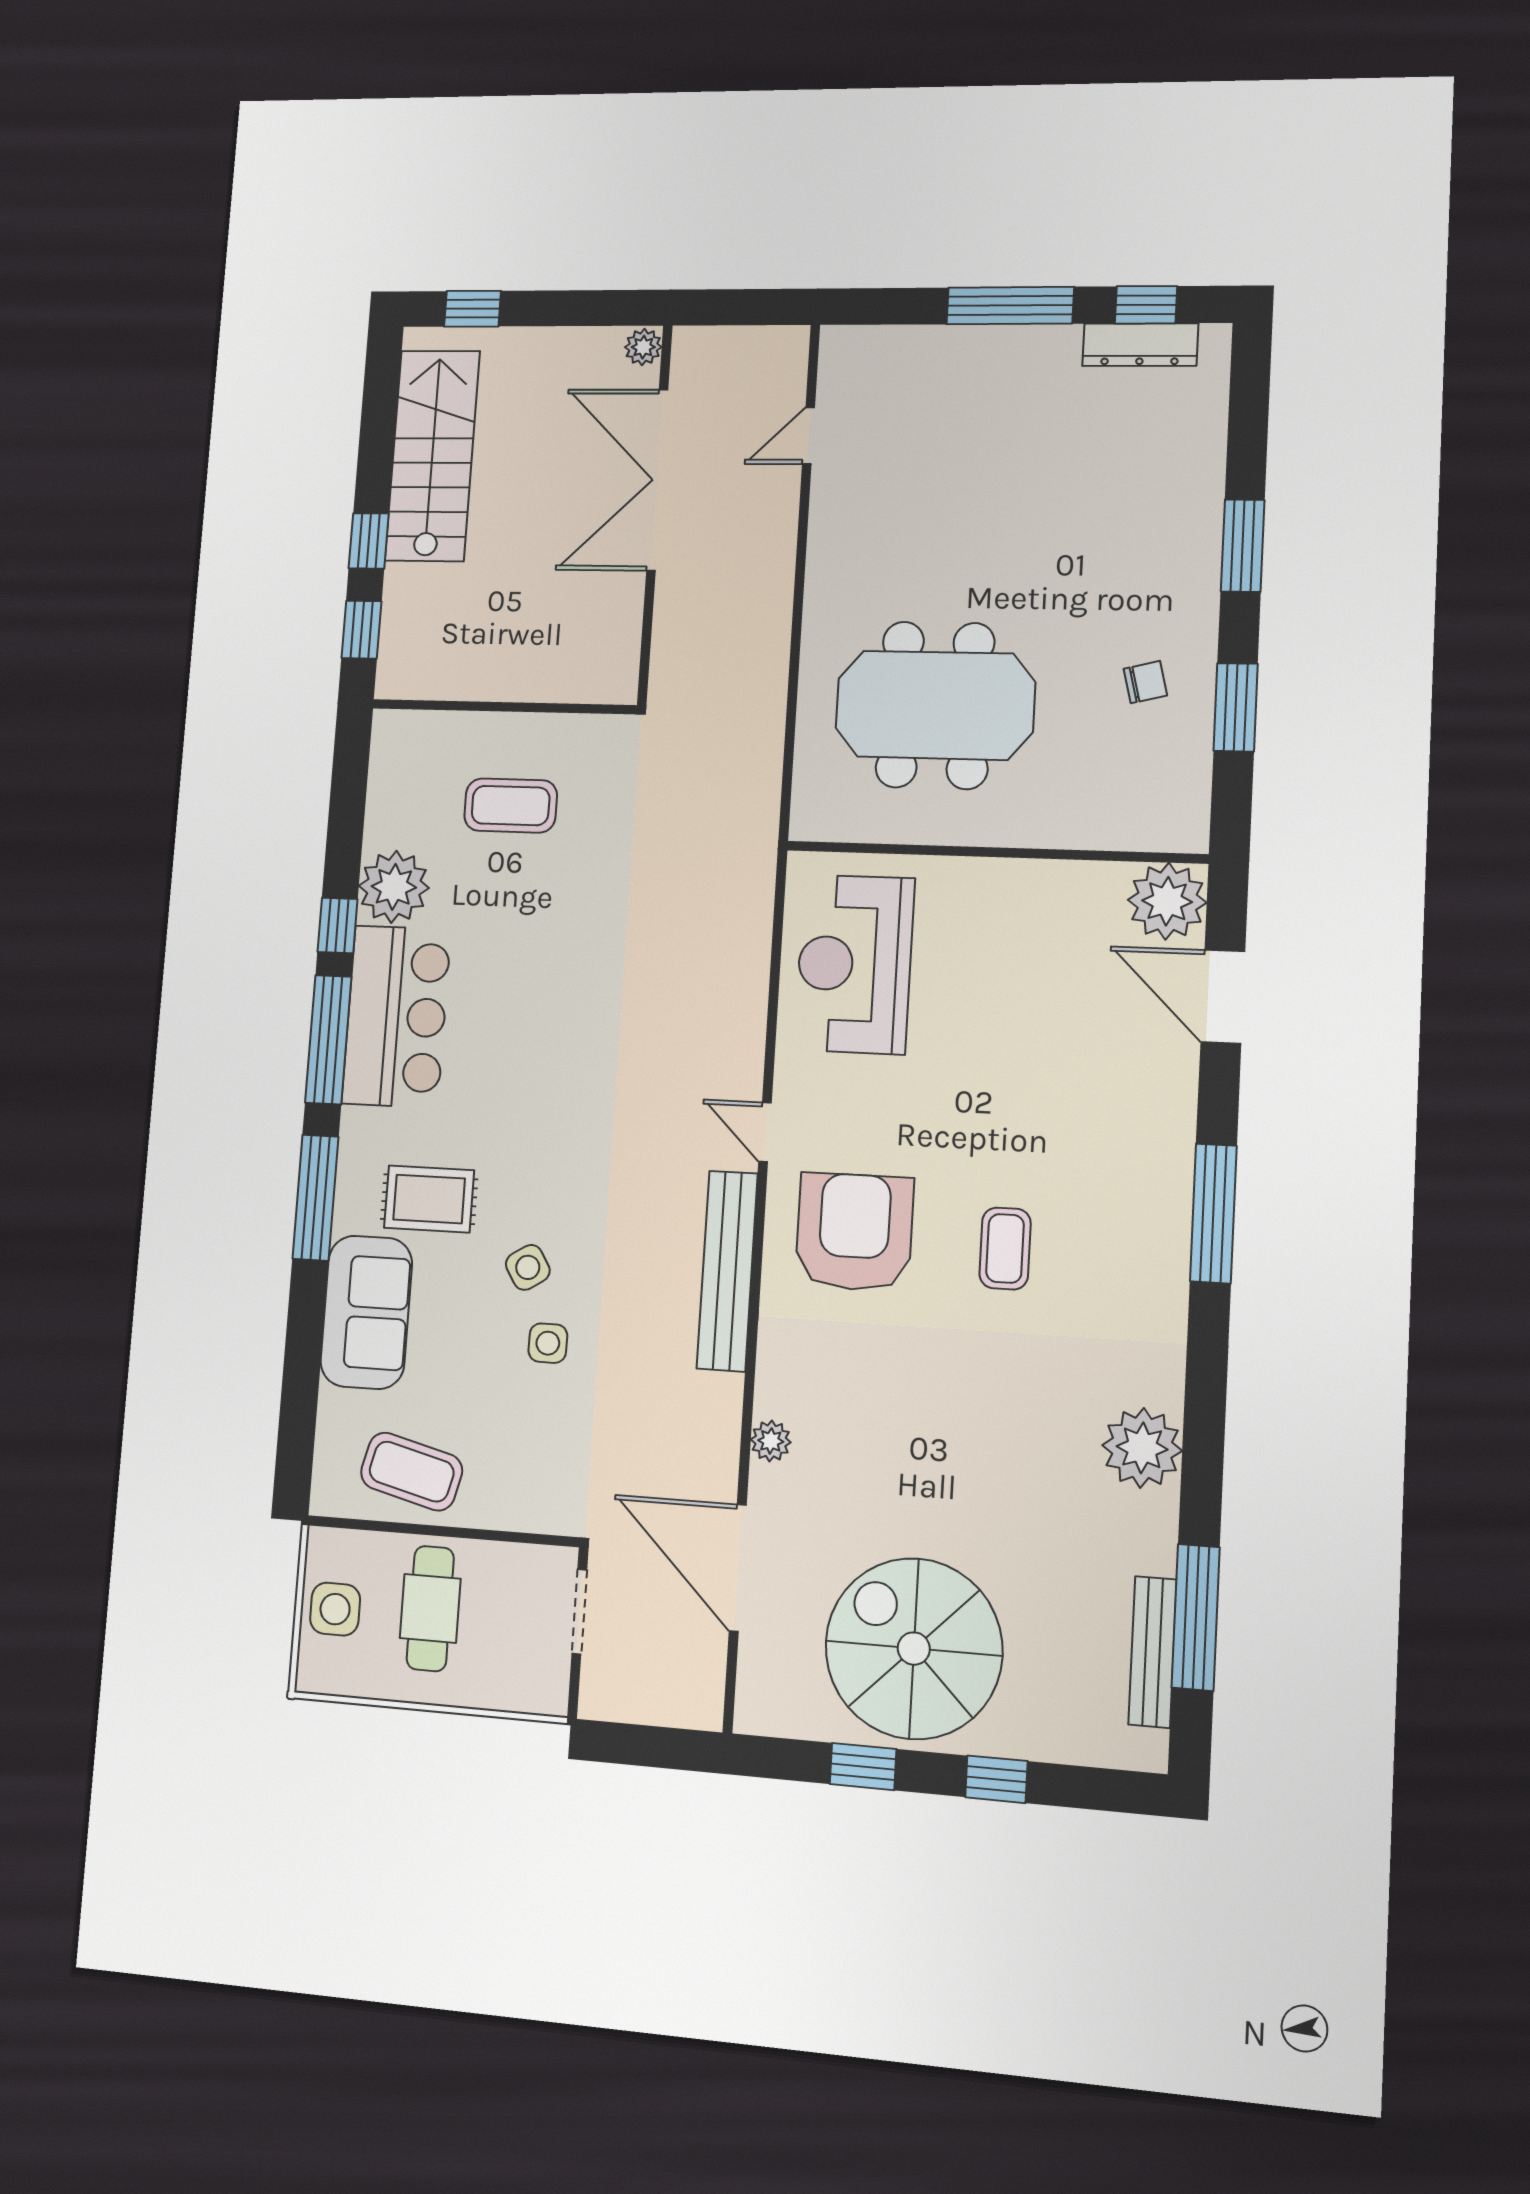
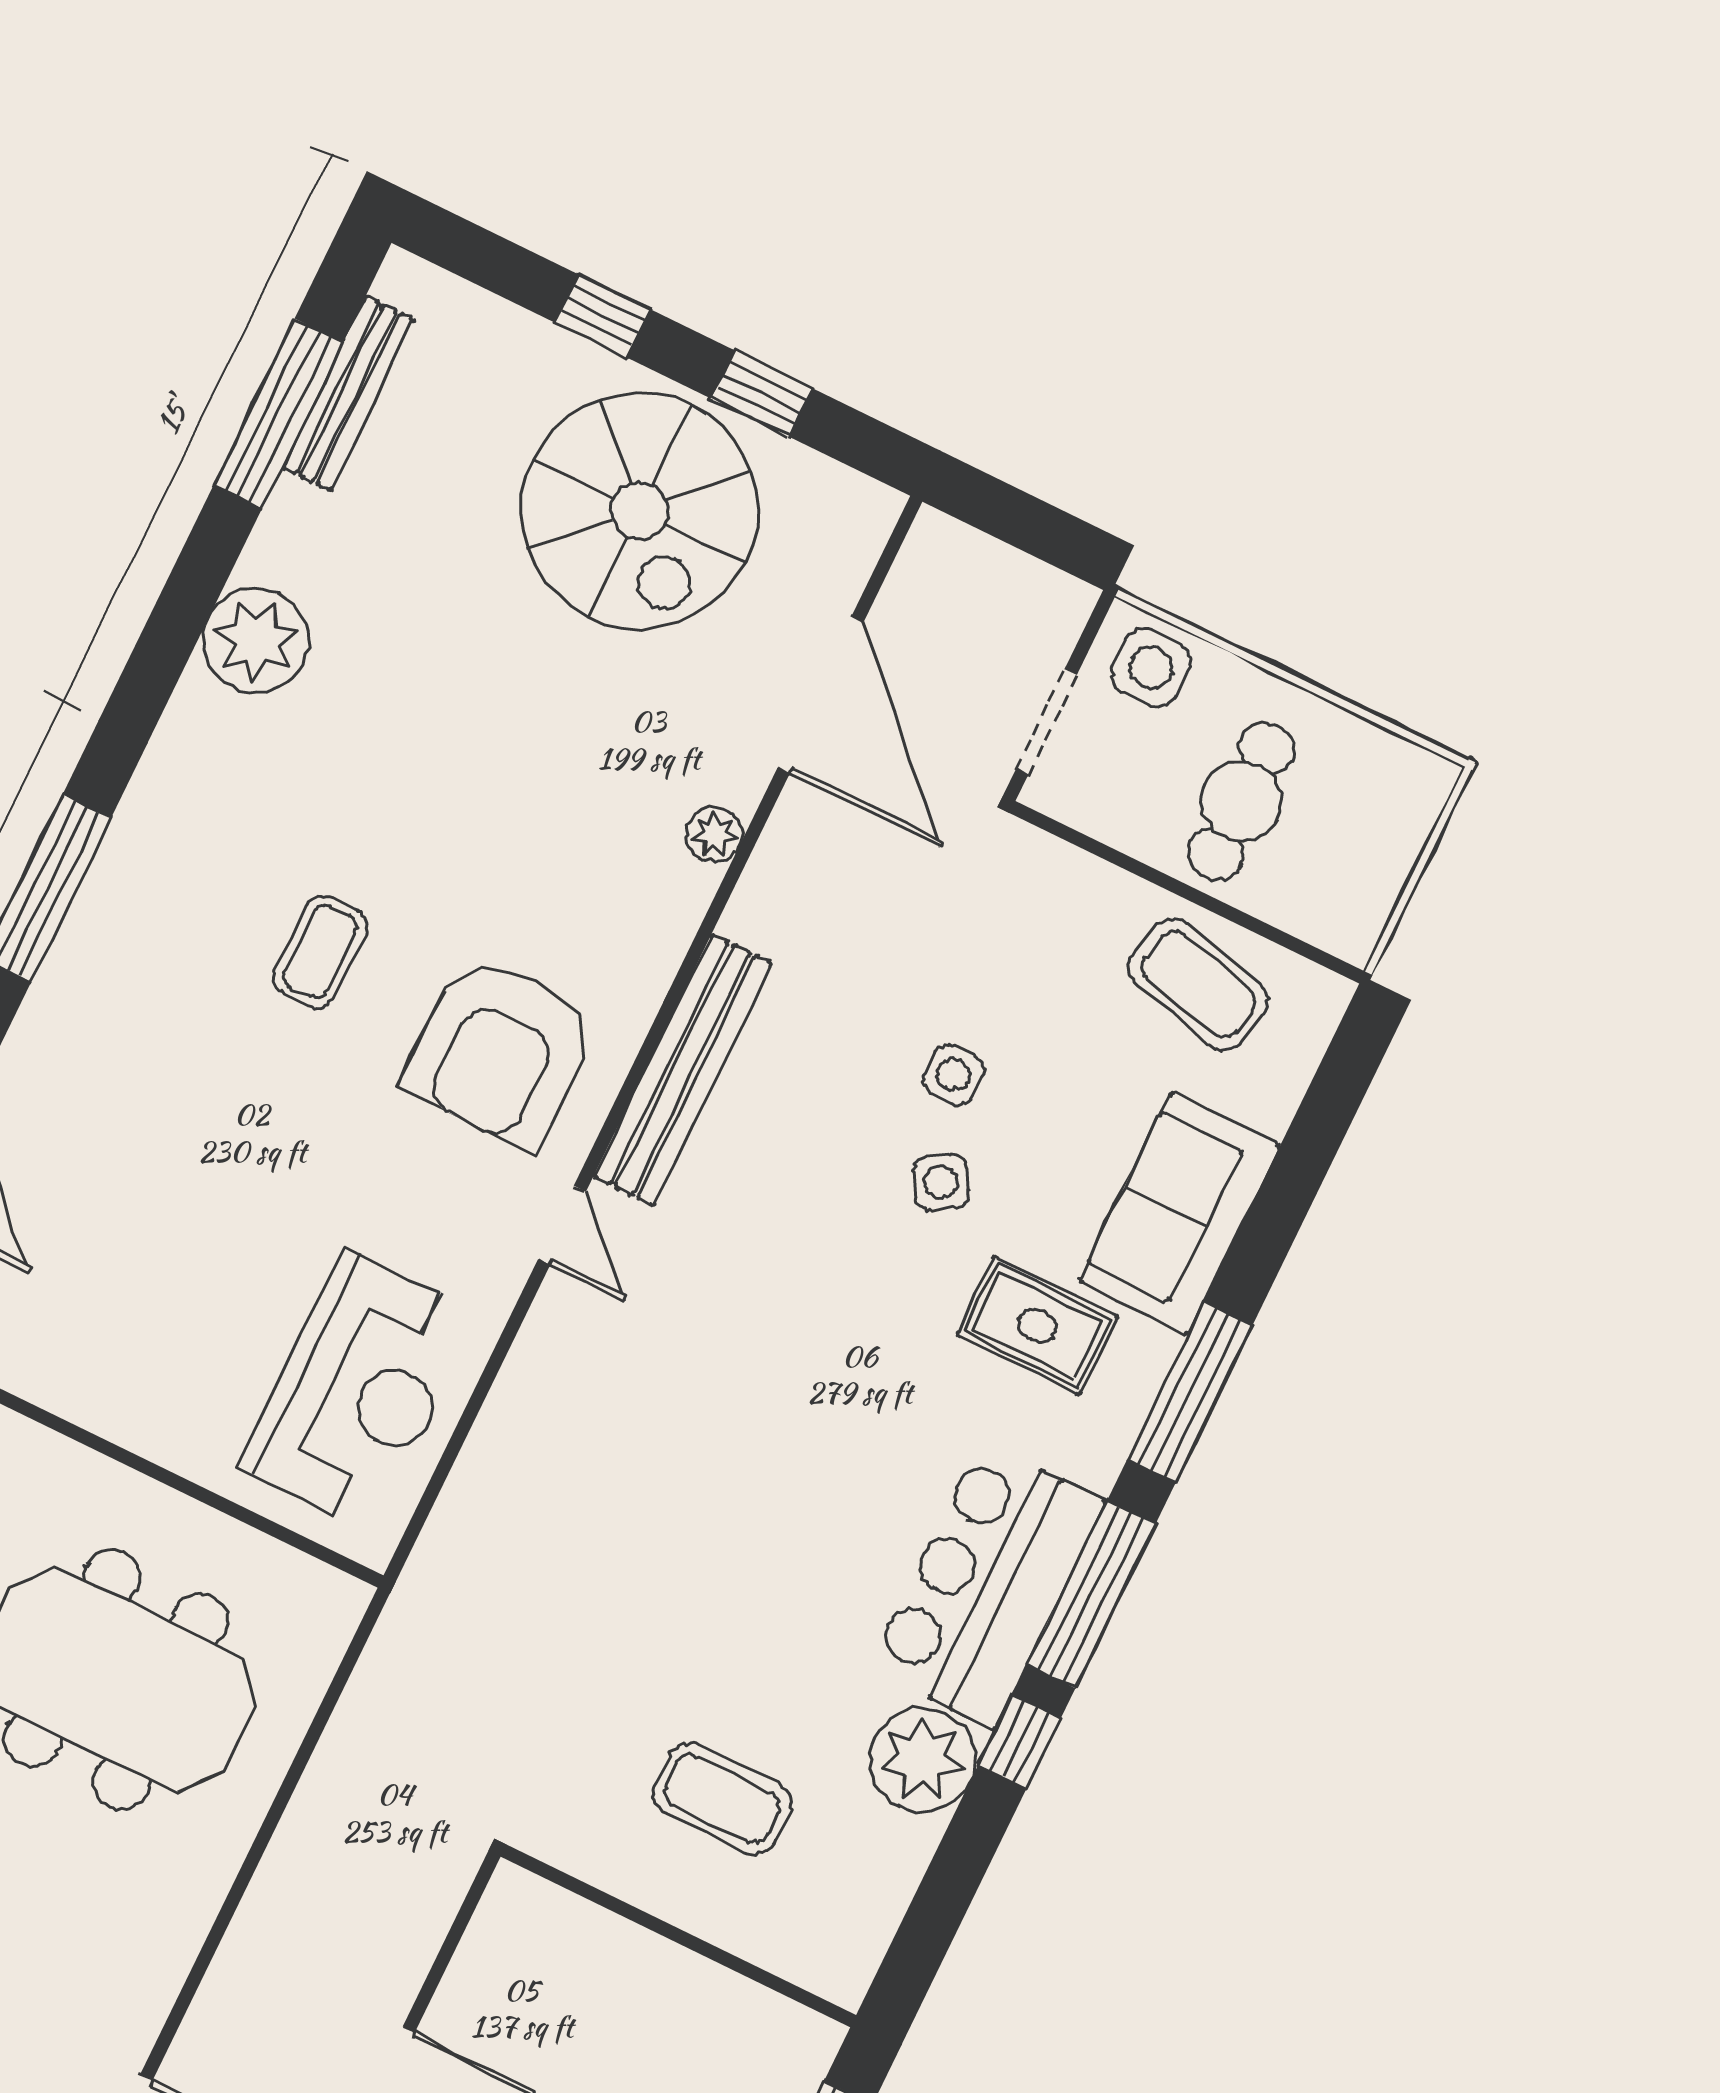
side table: (335, 1609) -> (1151, 668), moved

